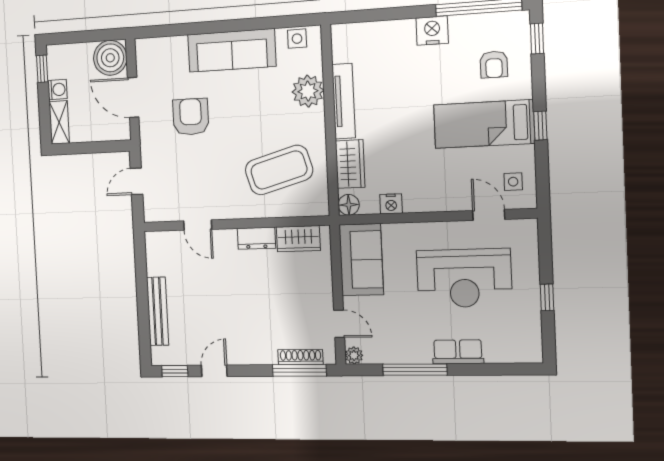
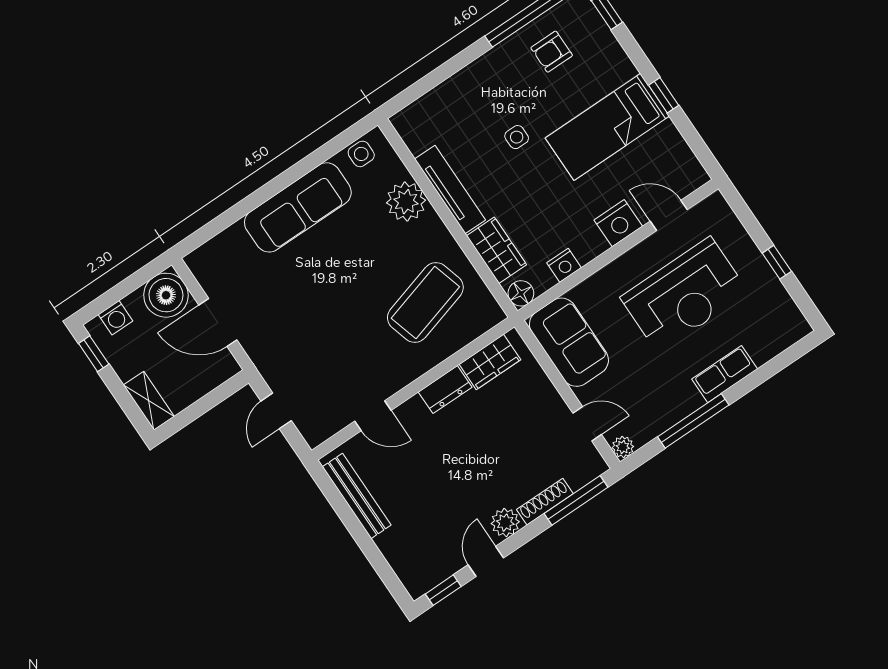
nightstand: (432, 31) -> (618, 223), moved, turned 180
armchair: (494, 65) -> (552, 52), moved, turned 90
washing machine: (57, 90) -> (115, 318), moved, turned 90
armchair: (191, 117) -> (295, 305), removed
side table: (513, 182) -> (517, 137), moved
bench: (158, 311) -> (357, 496), moved
plant: (243, 354) -> (505, 523), added
shoe rack: (300, 357) -> (545, 502), moved

